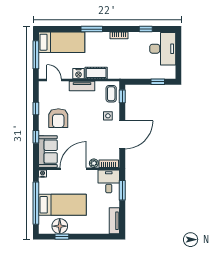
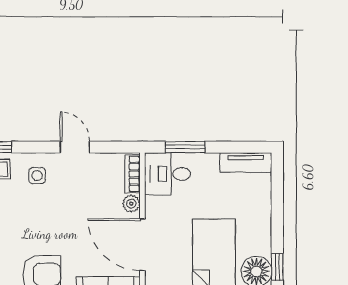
door: (122, 135) -> (75, 147), width x0.53

